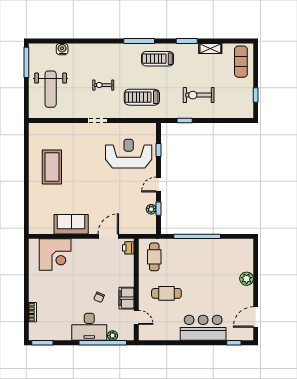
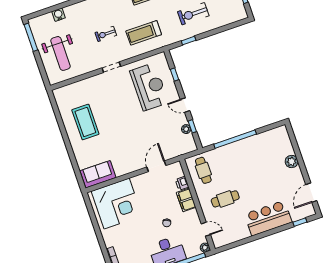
reception desk: (129, 154) -> (149, 87), turned 90
door: (159, 185) -> (185, 105), hinge flipped
sofa: (71, 224) -> (98, 174), moved
printer: (128, 248) -> (182, 183), moved
corner desk: (55, 255) -> (117, 203), width x1.36, depth x1.36
filing cabinet: (127, 298) -> (186, 200), moved
plant: (113, 336) -> (205, 248), moved

